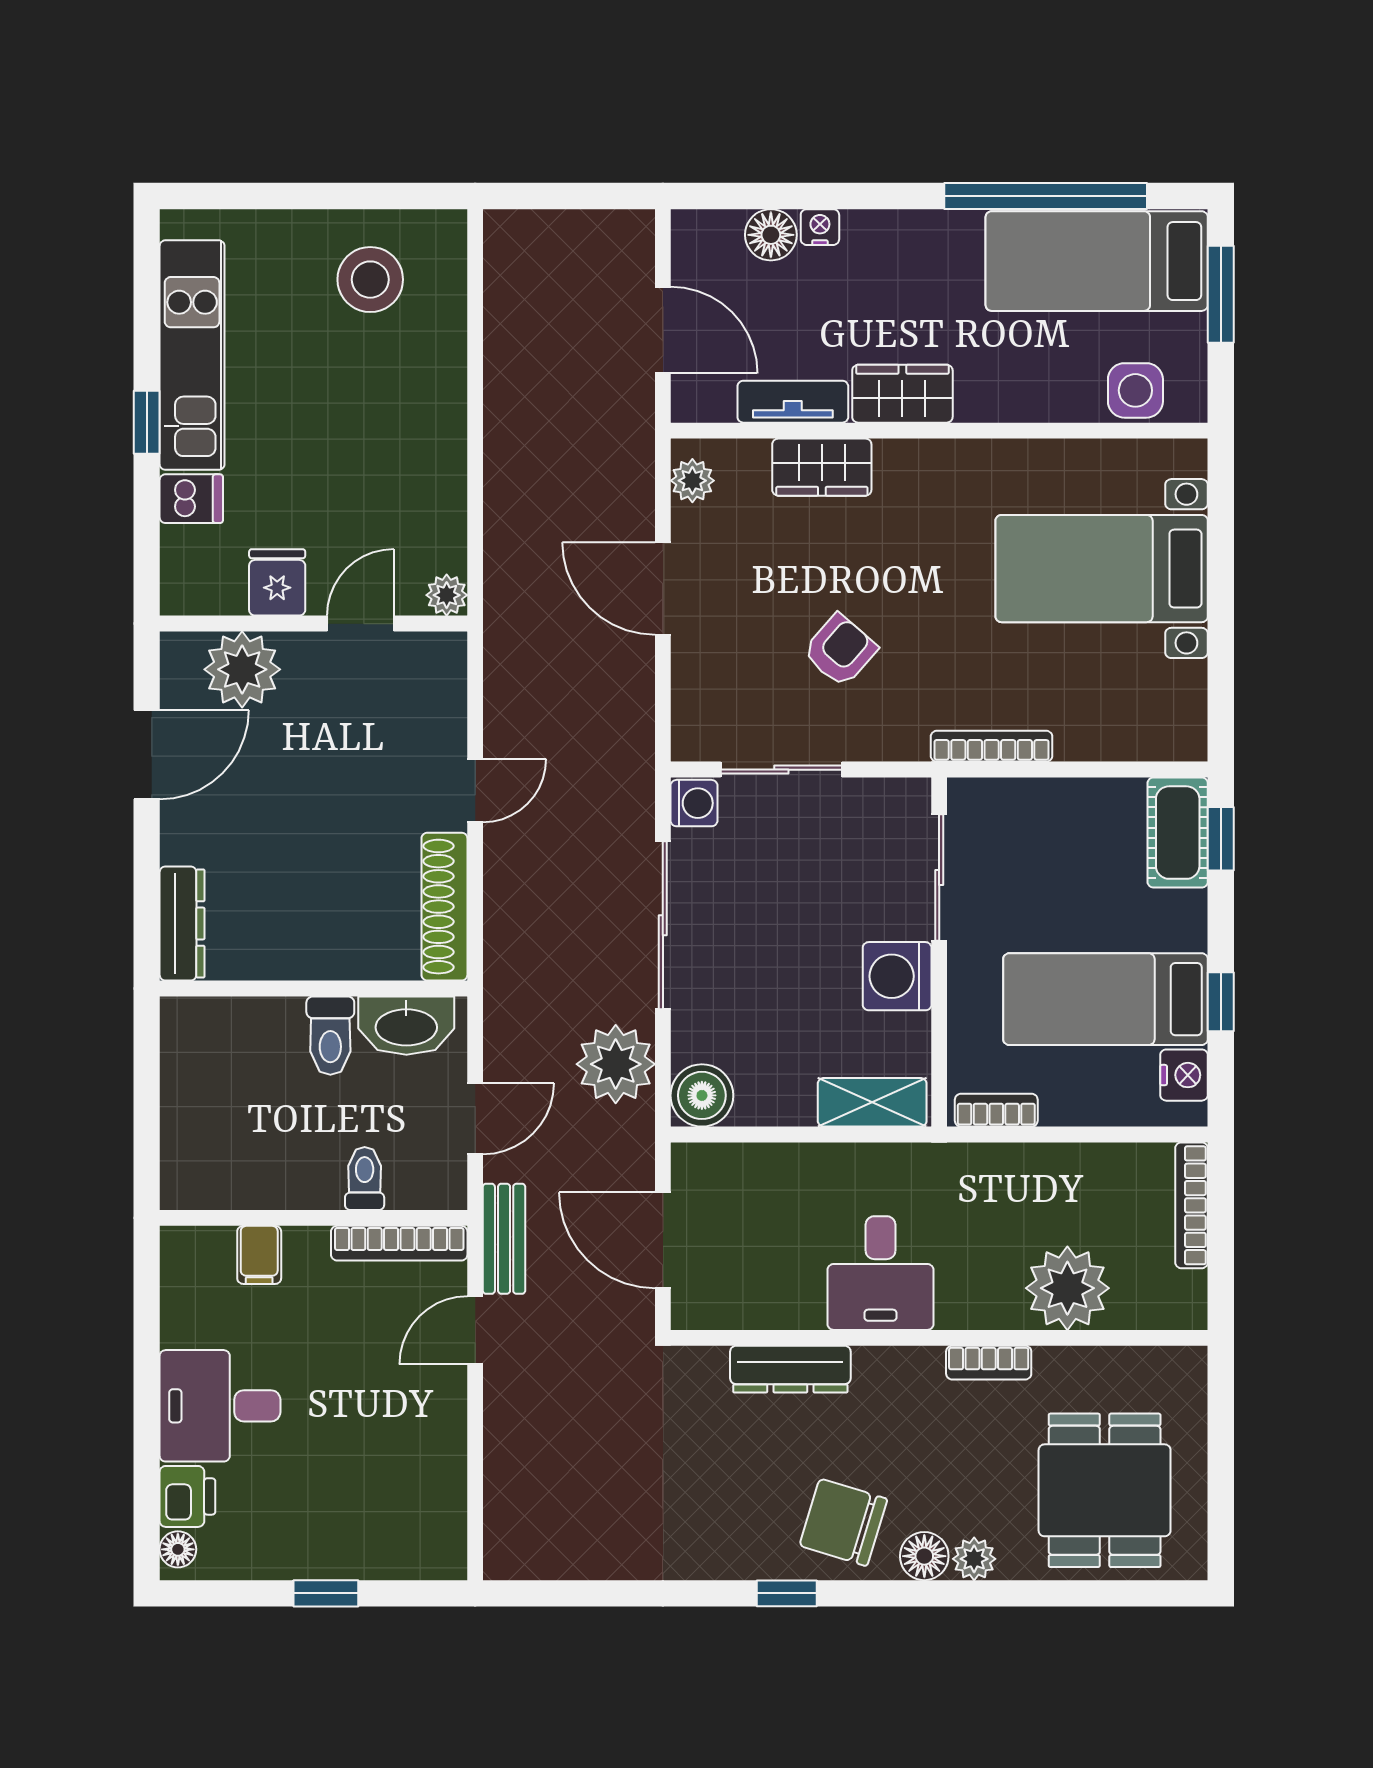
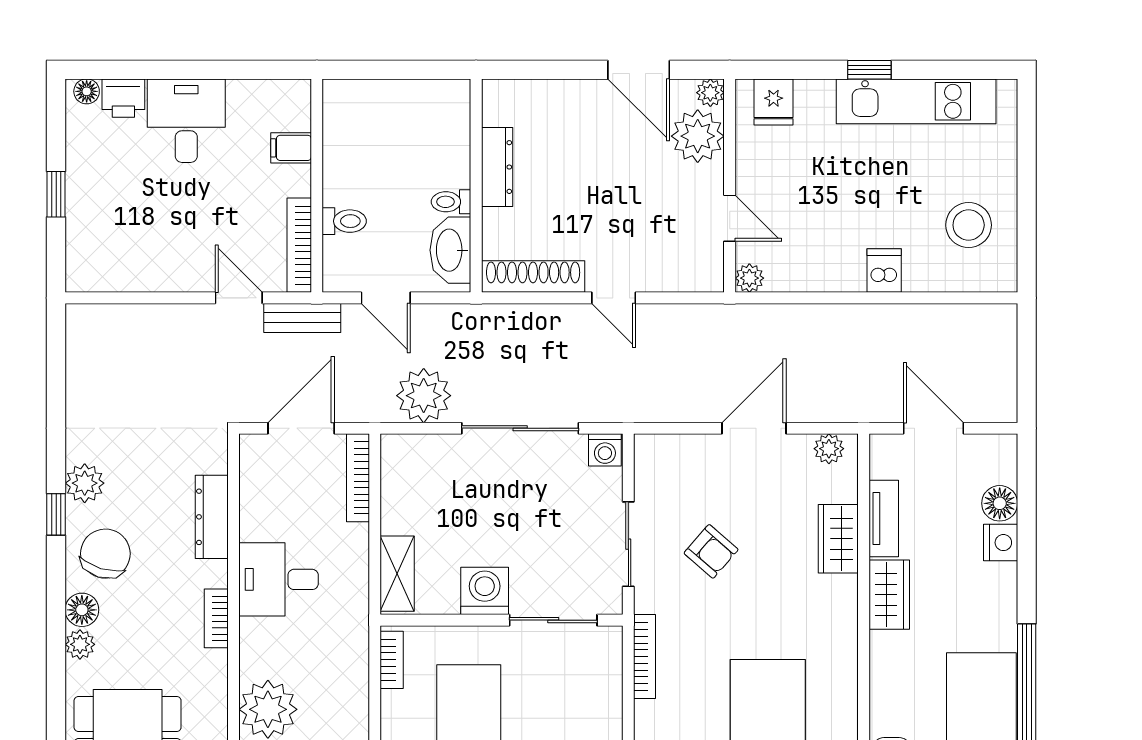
nightstand: (820, 227) -> (1001, 543), width x1.39, depth x1.35
door: (663, 330) -> (934, 428), swing flipped
dishwasher: (191, 499) -> (884, 270), moved, turned 180
fridge: (277, 582) -> (774, 102), moved, turned 90
plant: (180, 651) -> (710, 93), added
sliding door: (781, 770) -> (628, 544), moved
dresser: (182, 924) -> (497, 167), moved, turned -90
toilet: (330, 1036) -> (451, 202), width x0.73, depth x0.72
boiler: (702, 1095) -> (402, 455), removed
bookcase: (734, 1159) -> (358, 478), added
bookcase: (989, 1363) -> (216, 618), moved
plant: (742, 1552) -> (85, 483), added

